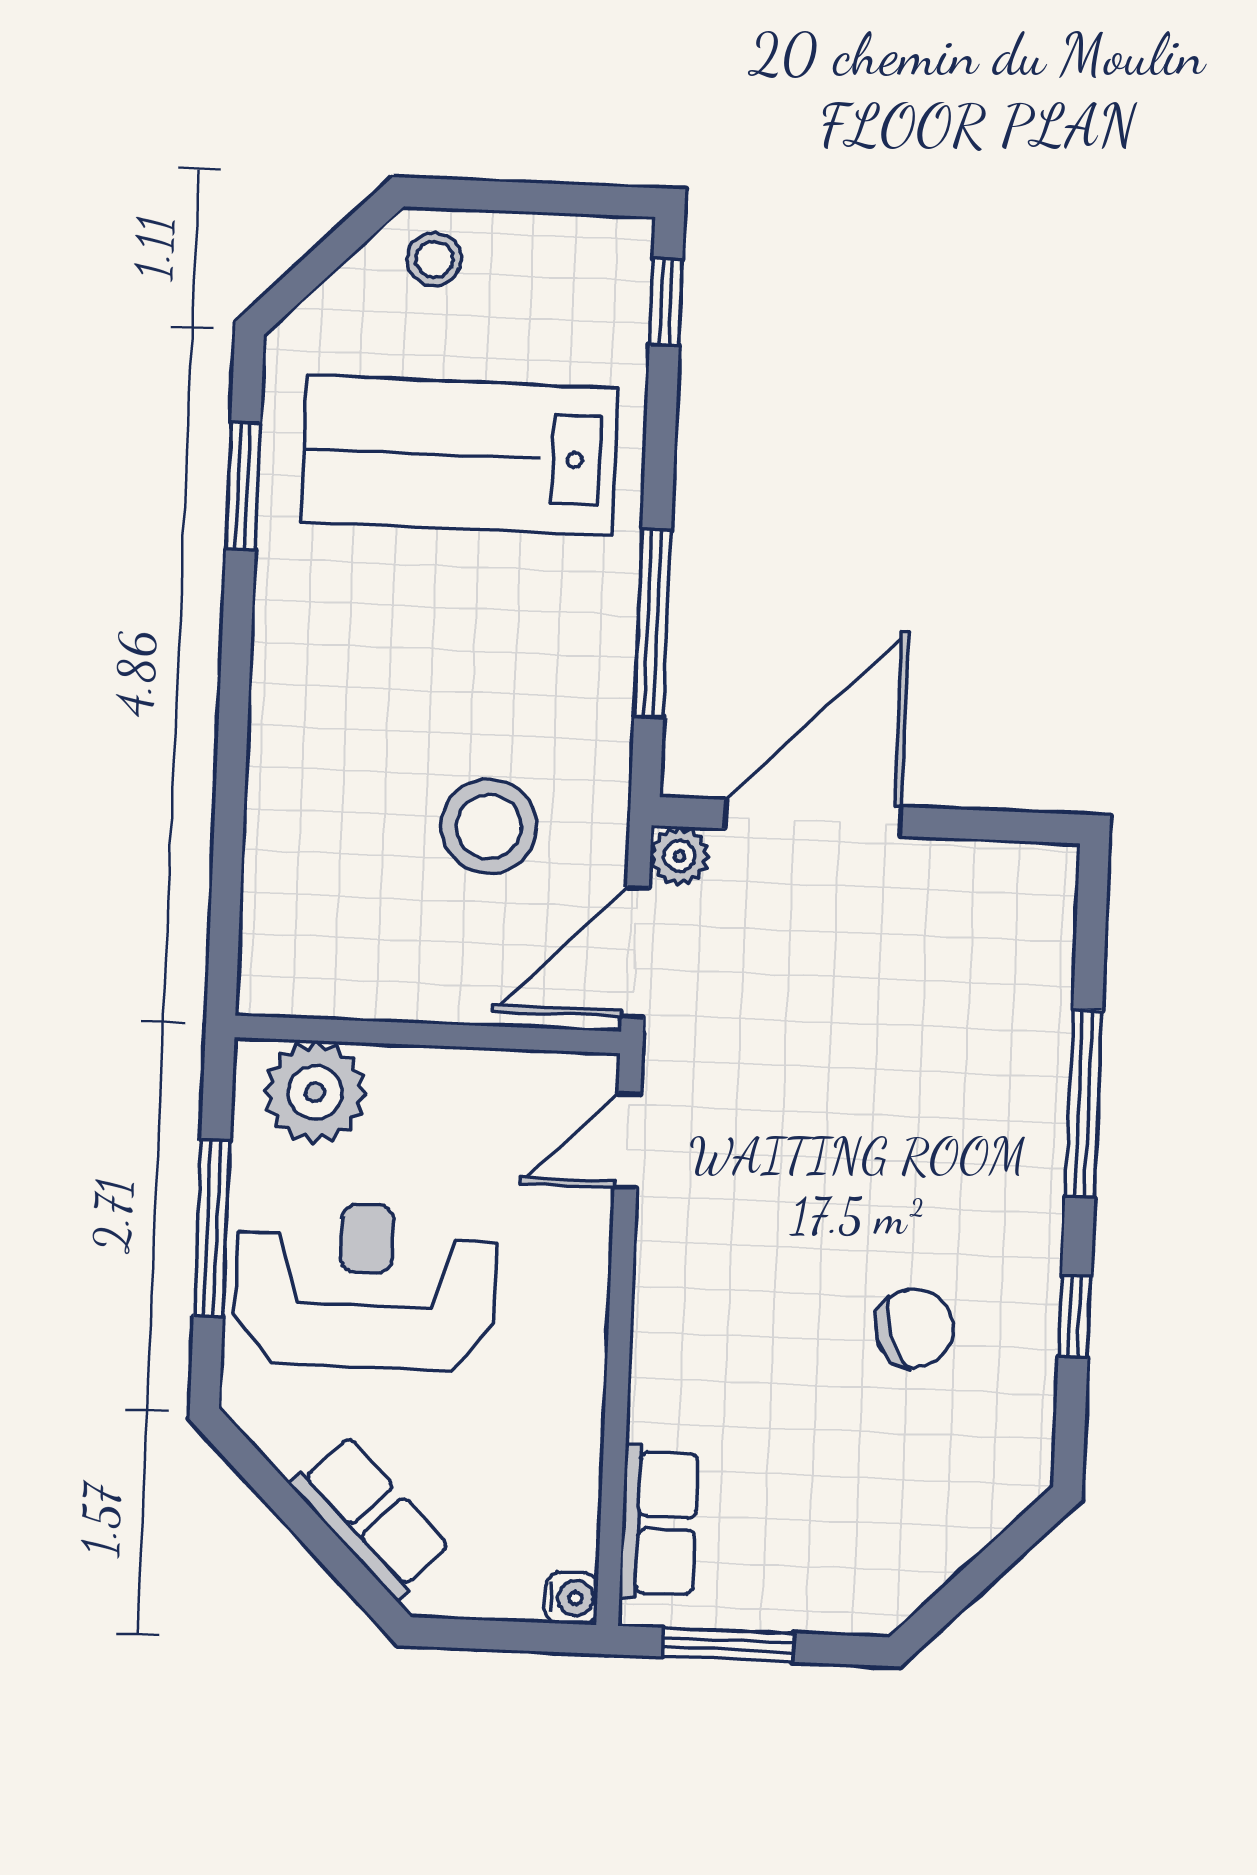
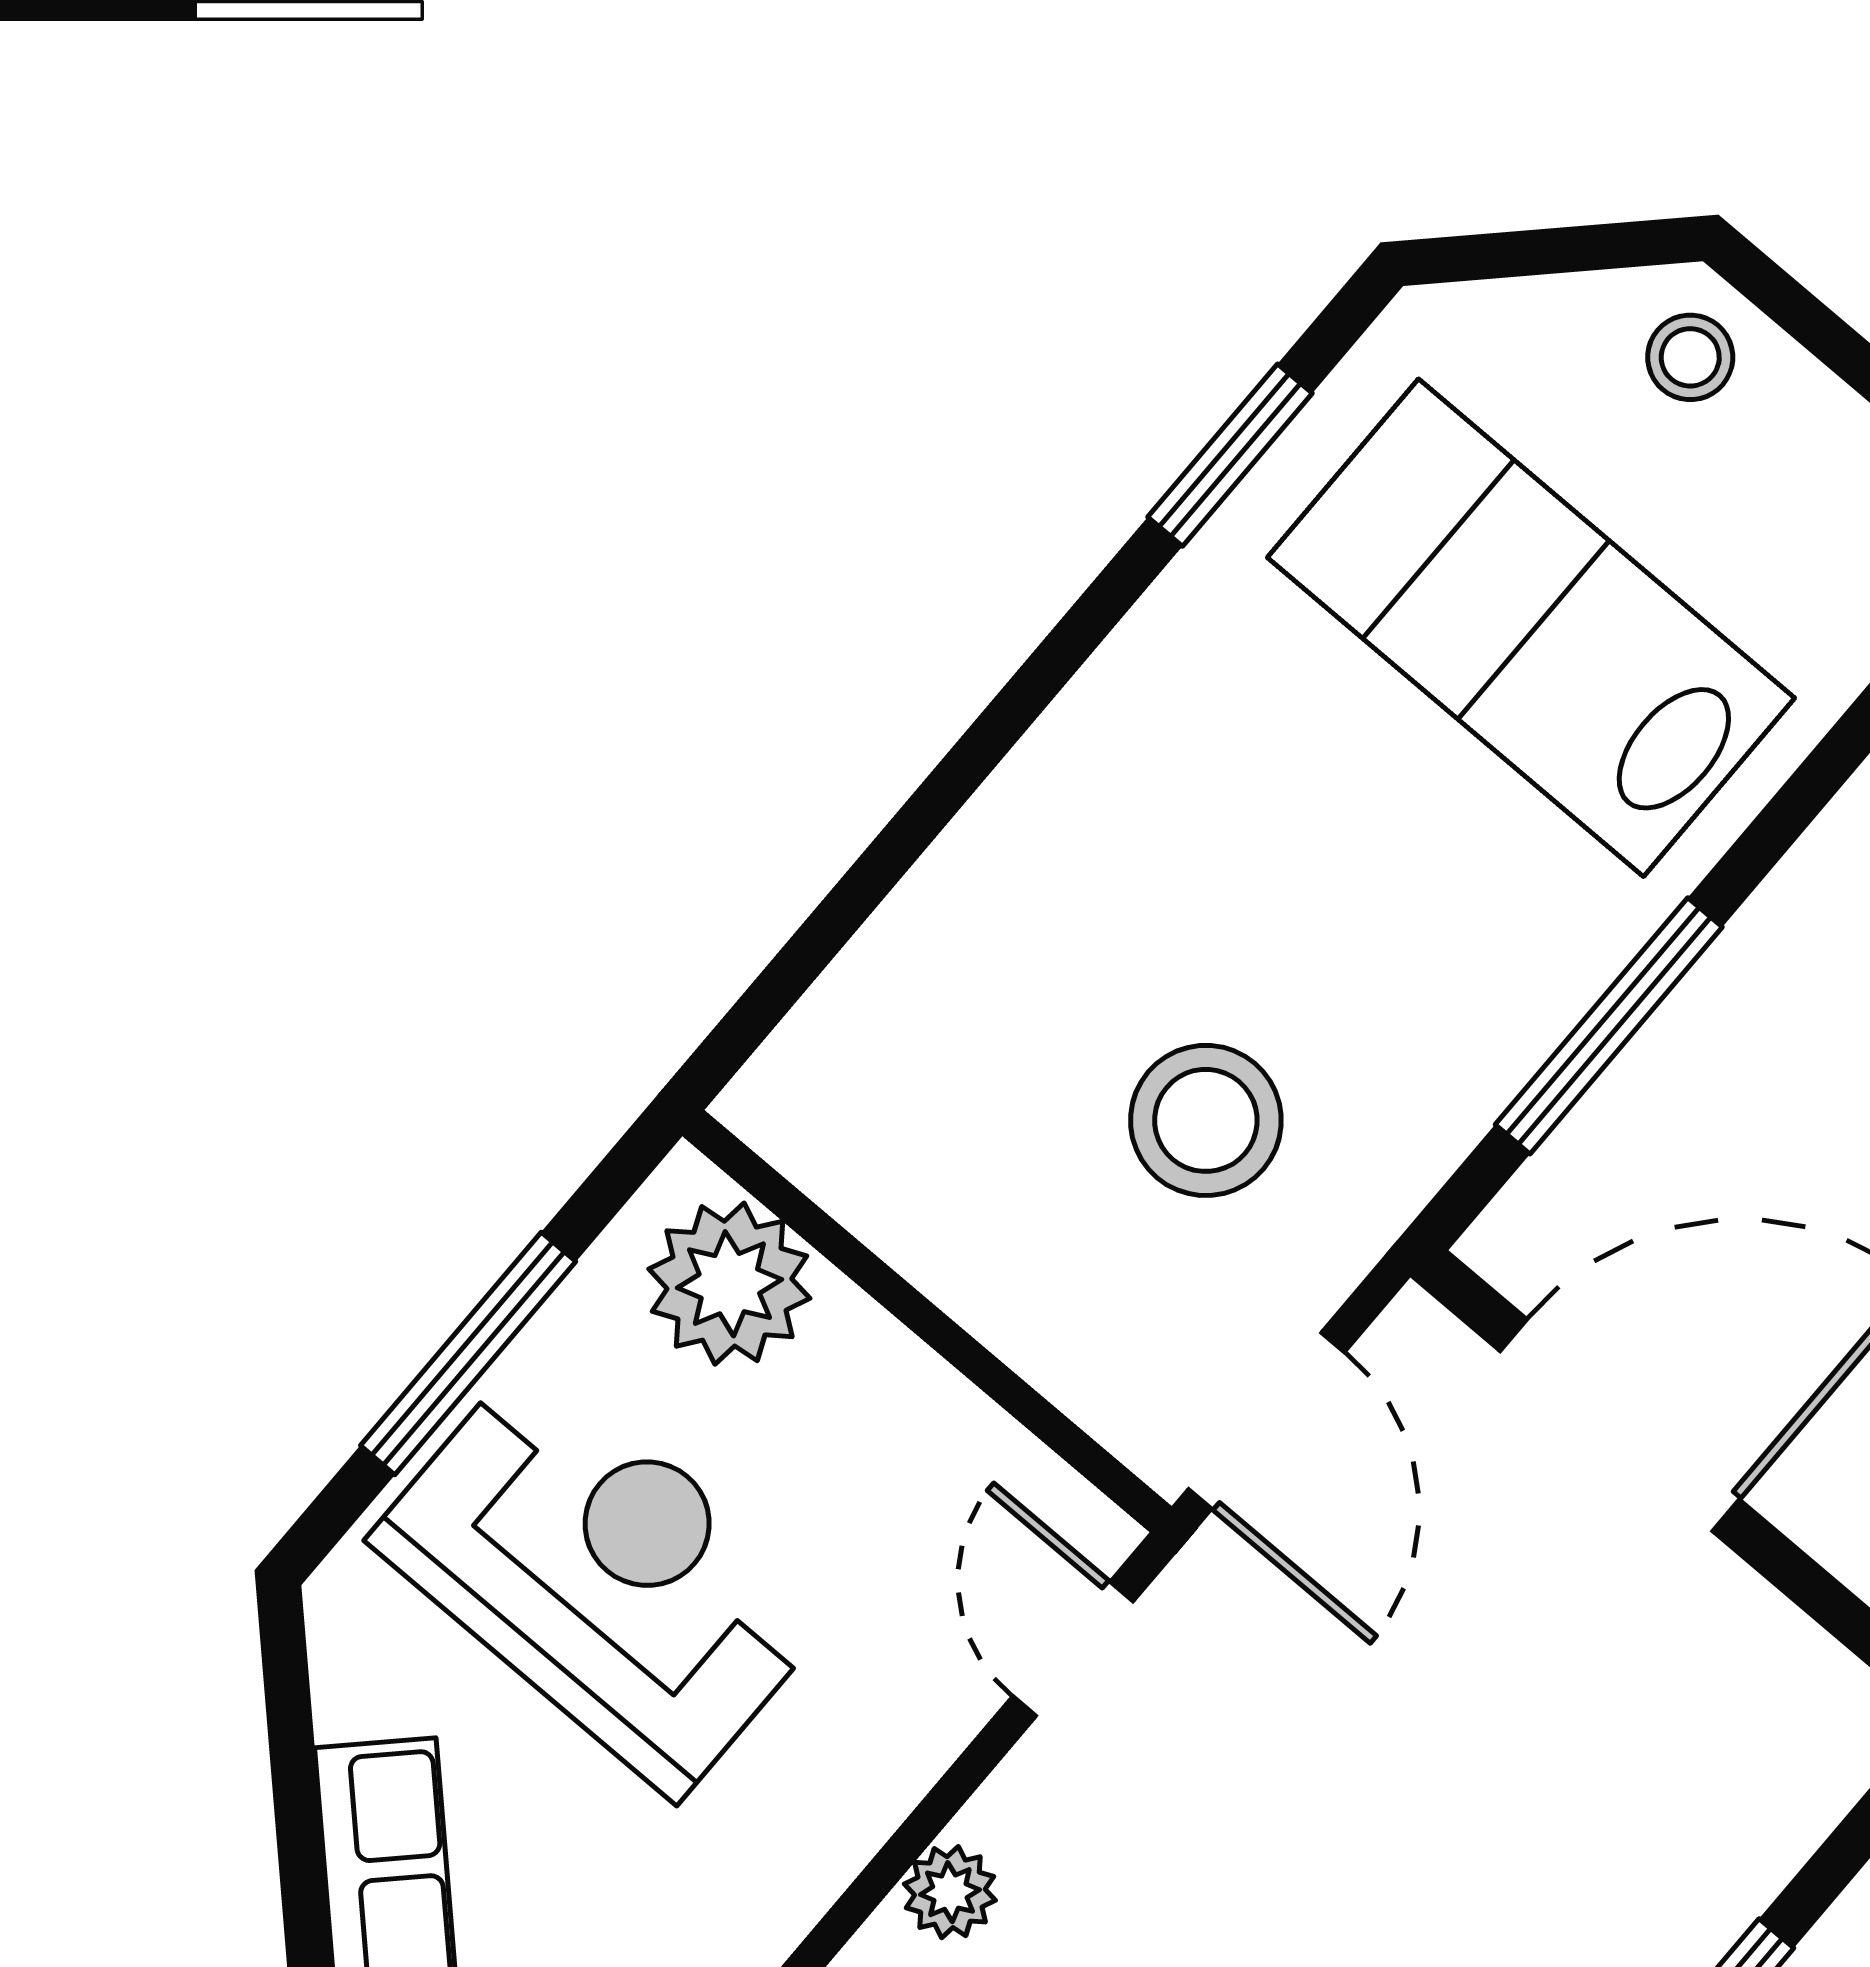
plant: (679, 856) -> (950, 1892), moved
door: (635, 952) -> (1267, 1421), swing flipped
door: (627, 1141) -> (1073, 1649), hinge flipped

